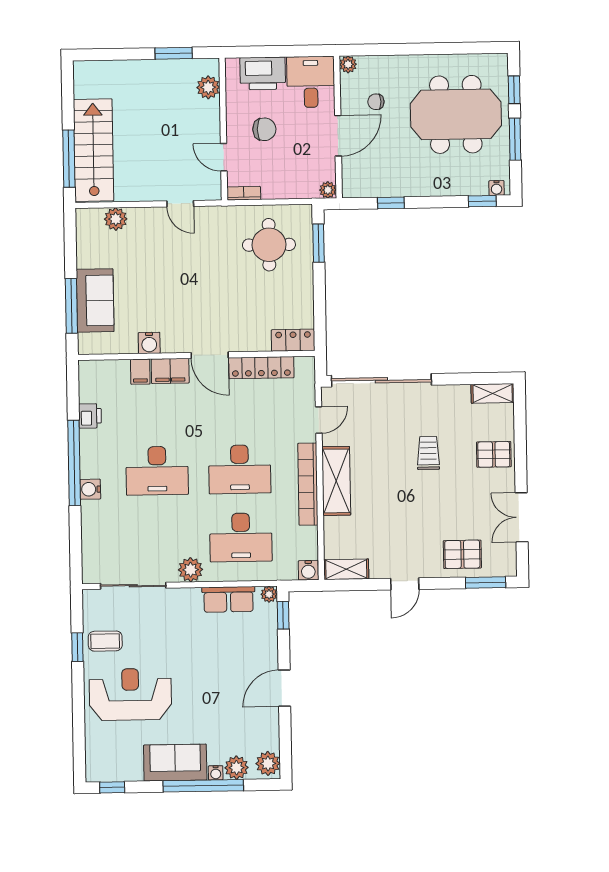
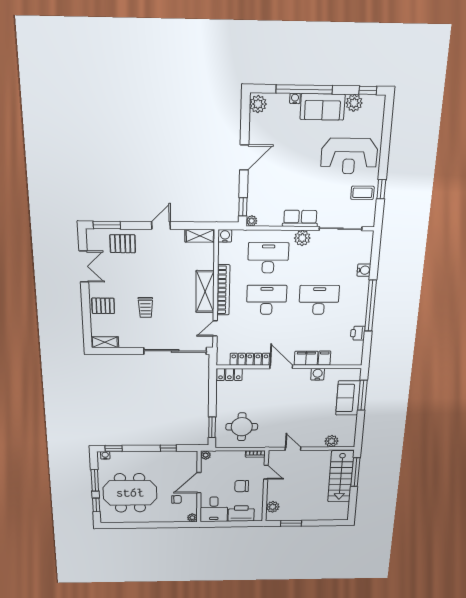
water cooler: (90, 489) -> (364, 270), moved
row of seats: (228, 599) -> (300, 218), moved
plant: (236, 768) -> (354, 103), moved

